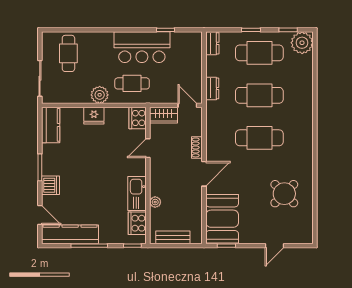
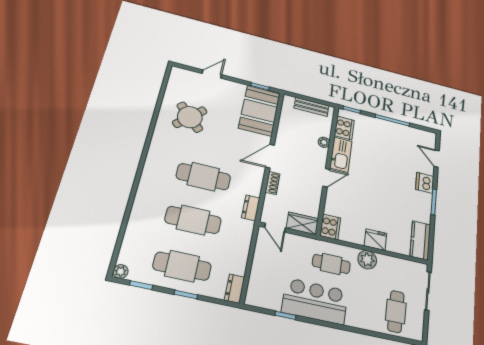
plant: (302, 43) -> (121, 271), width x0.53, depth x0.53
dresser: (212, 88) -> (251, 208), moved
door: (148, 148) -> (326, 178), moved
kitchen counter: (70, 234) -> (410, 134), removed

